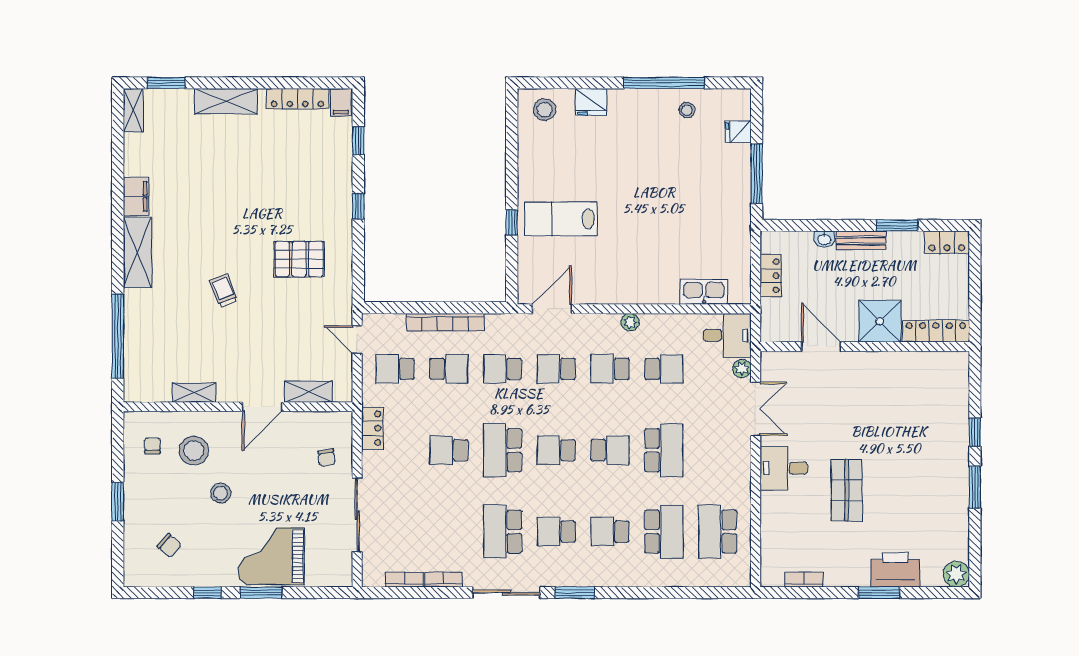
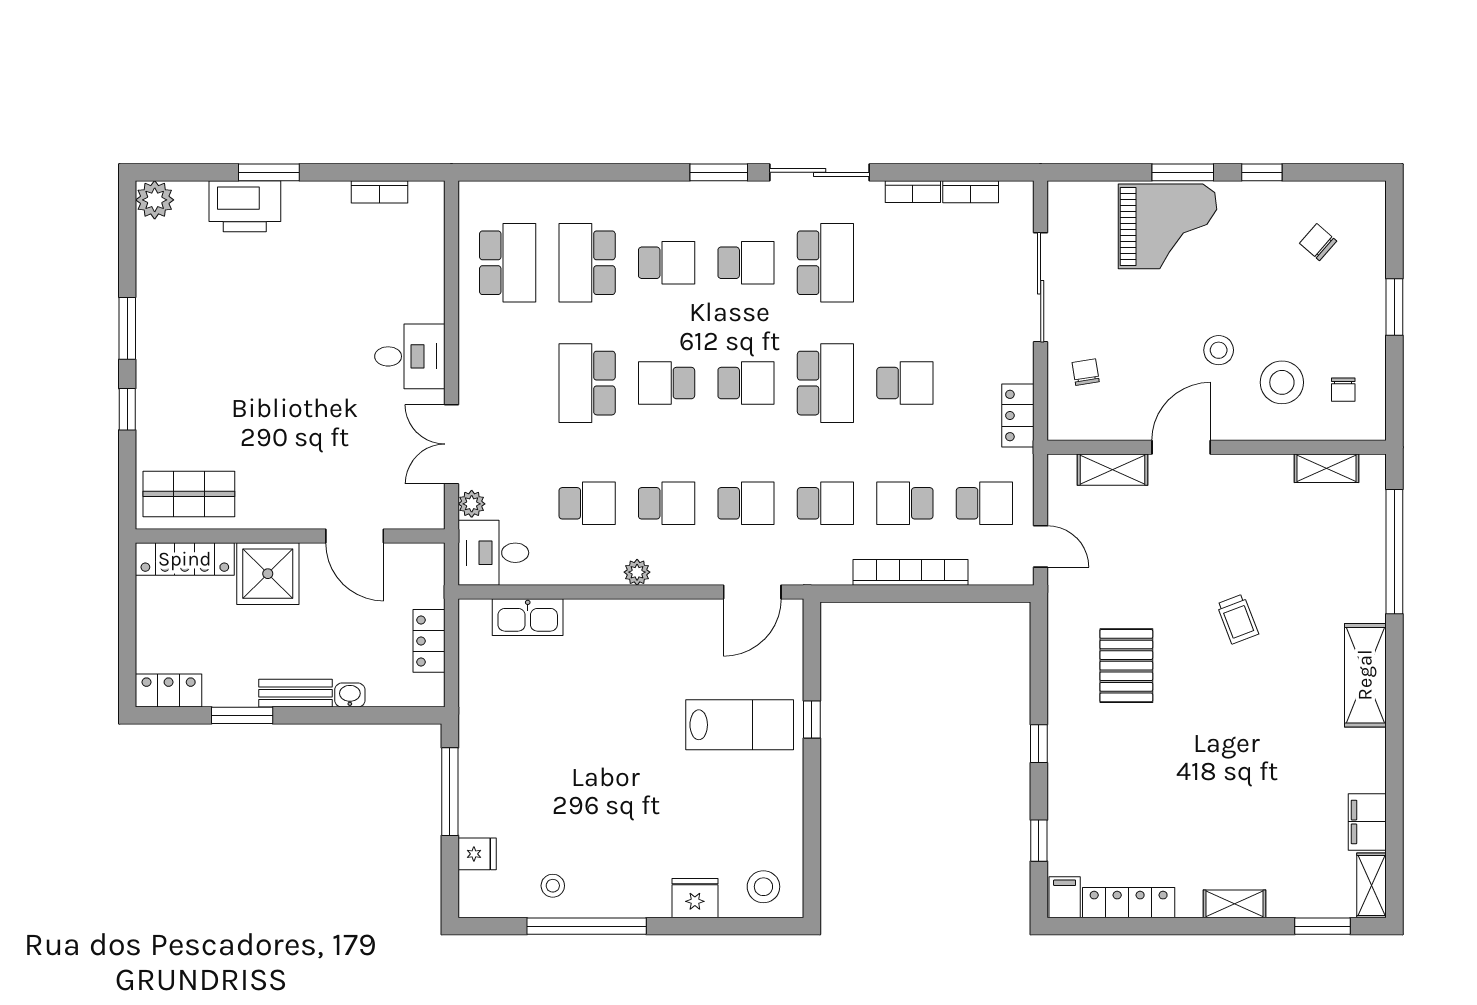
shelving: (226, 101) -> (1234, 904), width x0.67, depth x0.75
filing cabinet: (136, 196) -> (1367, 822), moved
pallet: (299, 259) -> (1126, 666), turned 90
school desk: (664, 369) -> (587, 503), turned 180
shelving: (194, 393) -> (1326, 468), moved
shop shelf: (847, 490) -> (189, 494), moved, turned 90
stool: (221, 493) -> (1219, 350), moved

